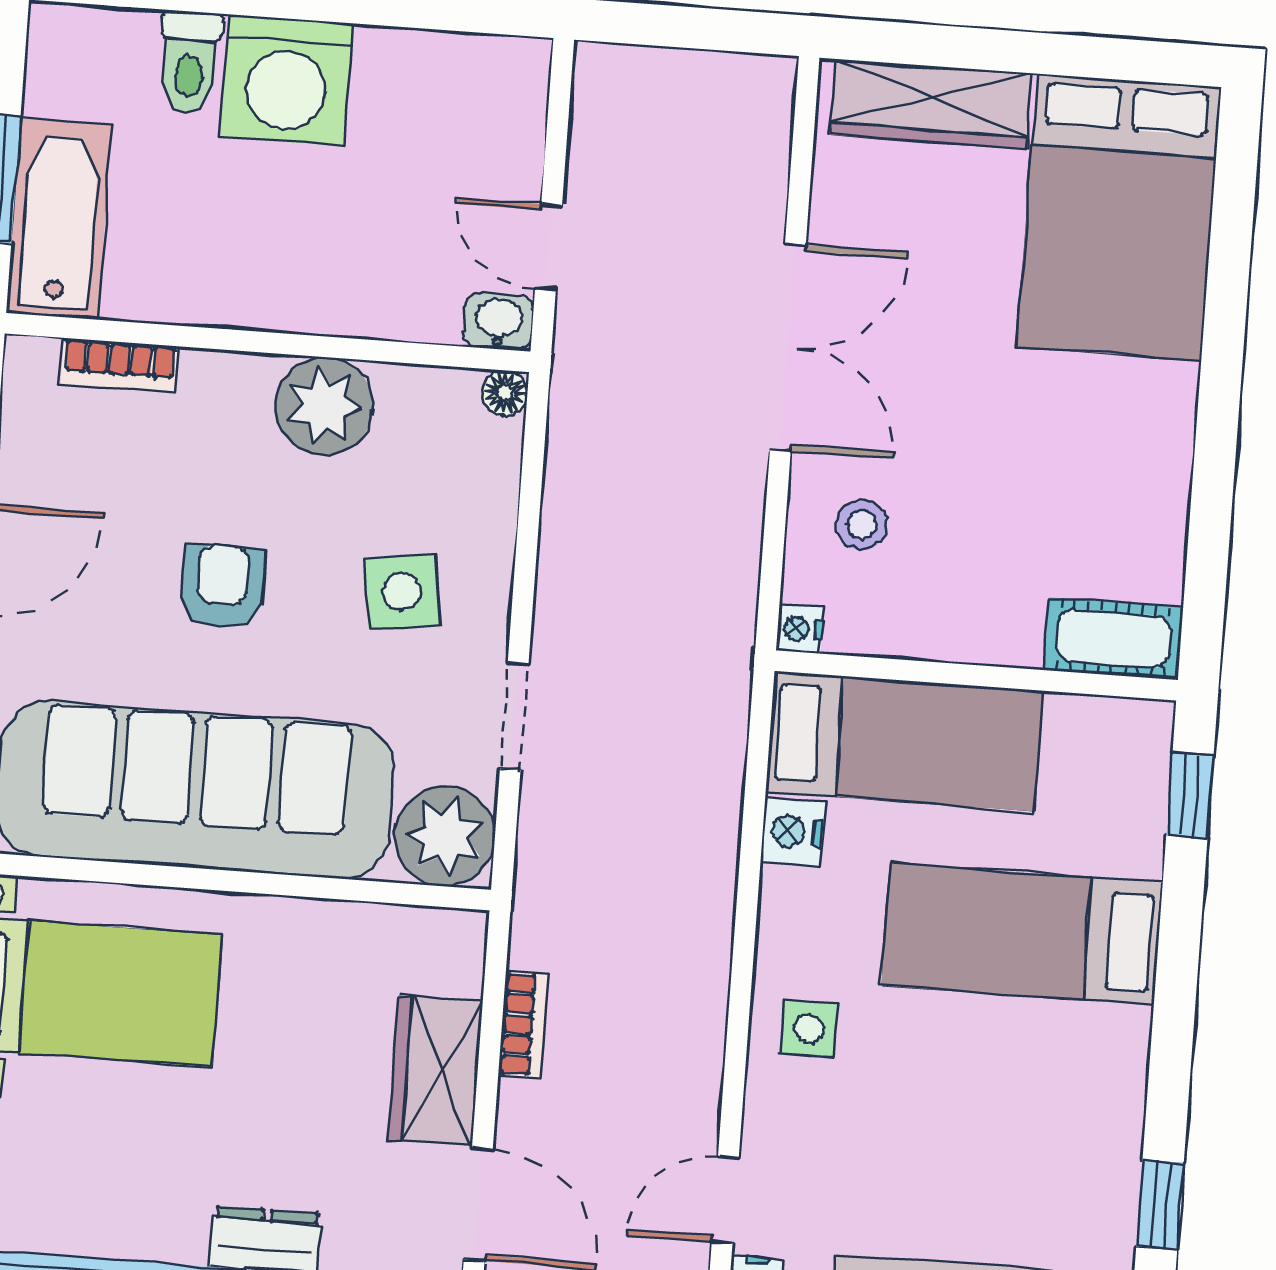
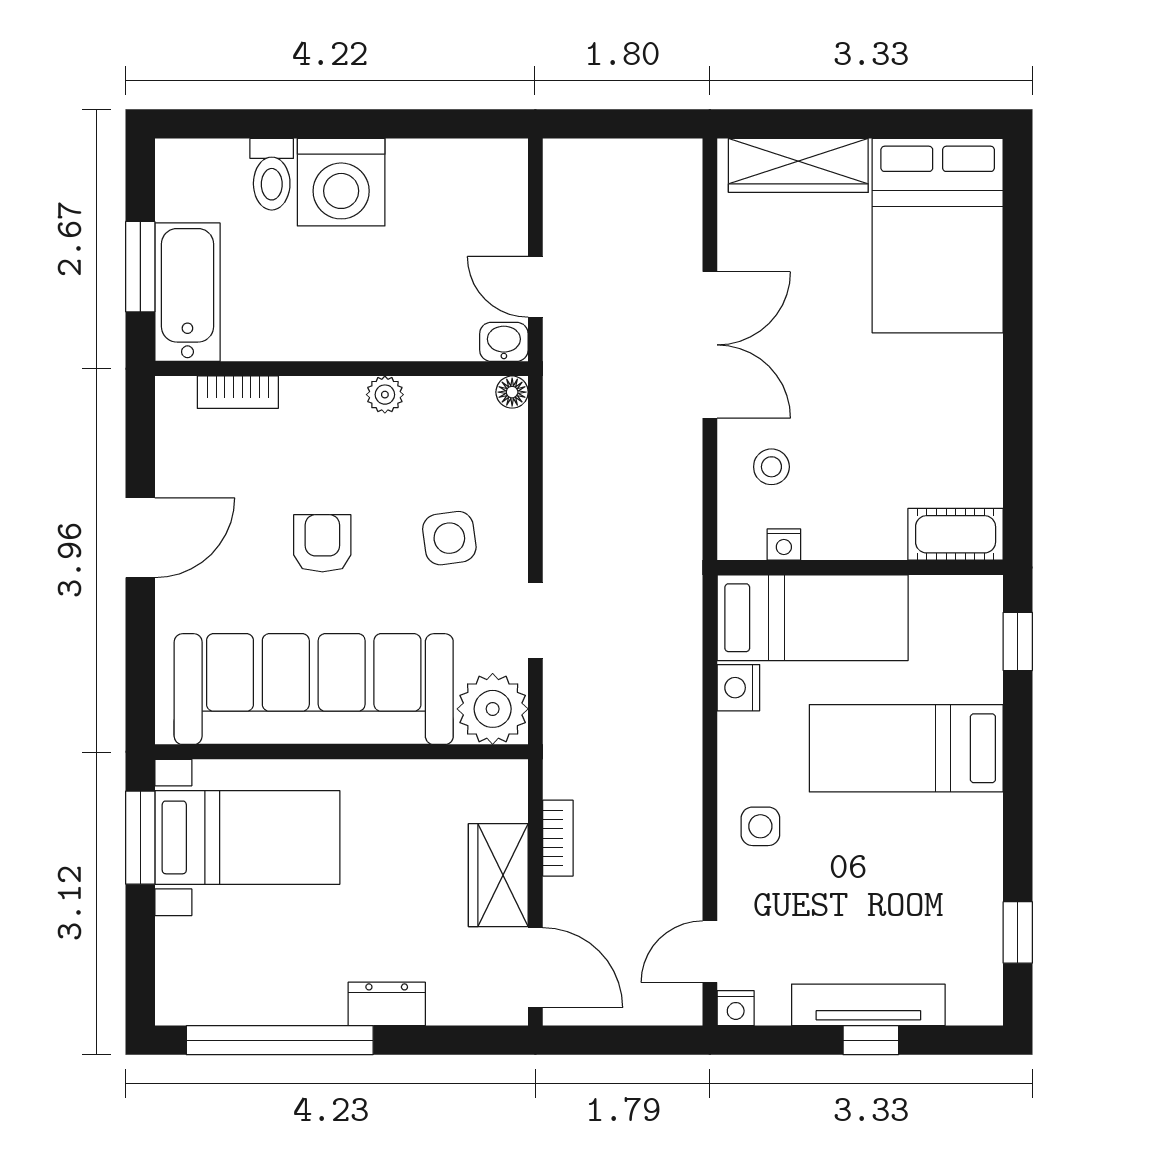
plant: (324, 406) -> (385, 395), width x0.53, depth x0.53
nightstand: (800, 629) -> (784, 544), moved, turned -90

